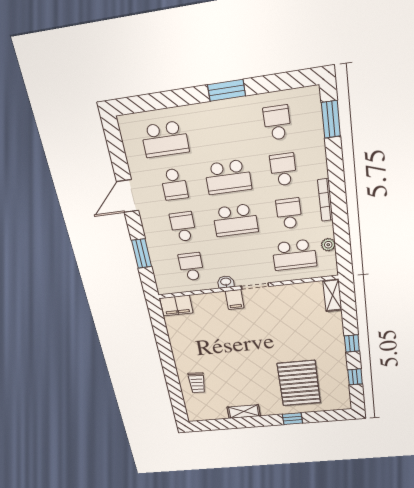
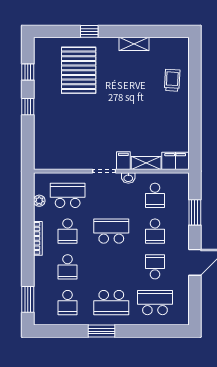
school desk: (228, 177) -> (111, 303), moved, turned 180
shelving: (332, 295) -> (146, 163), moved, turned 90

